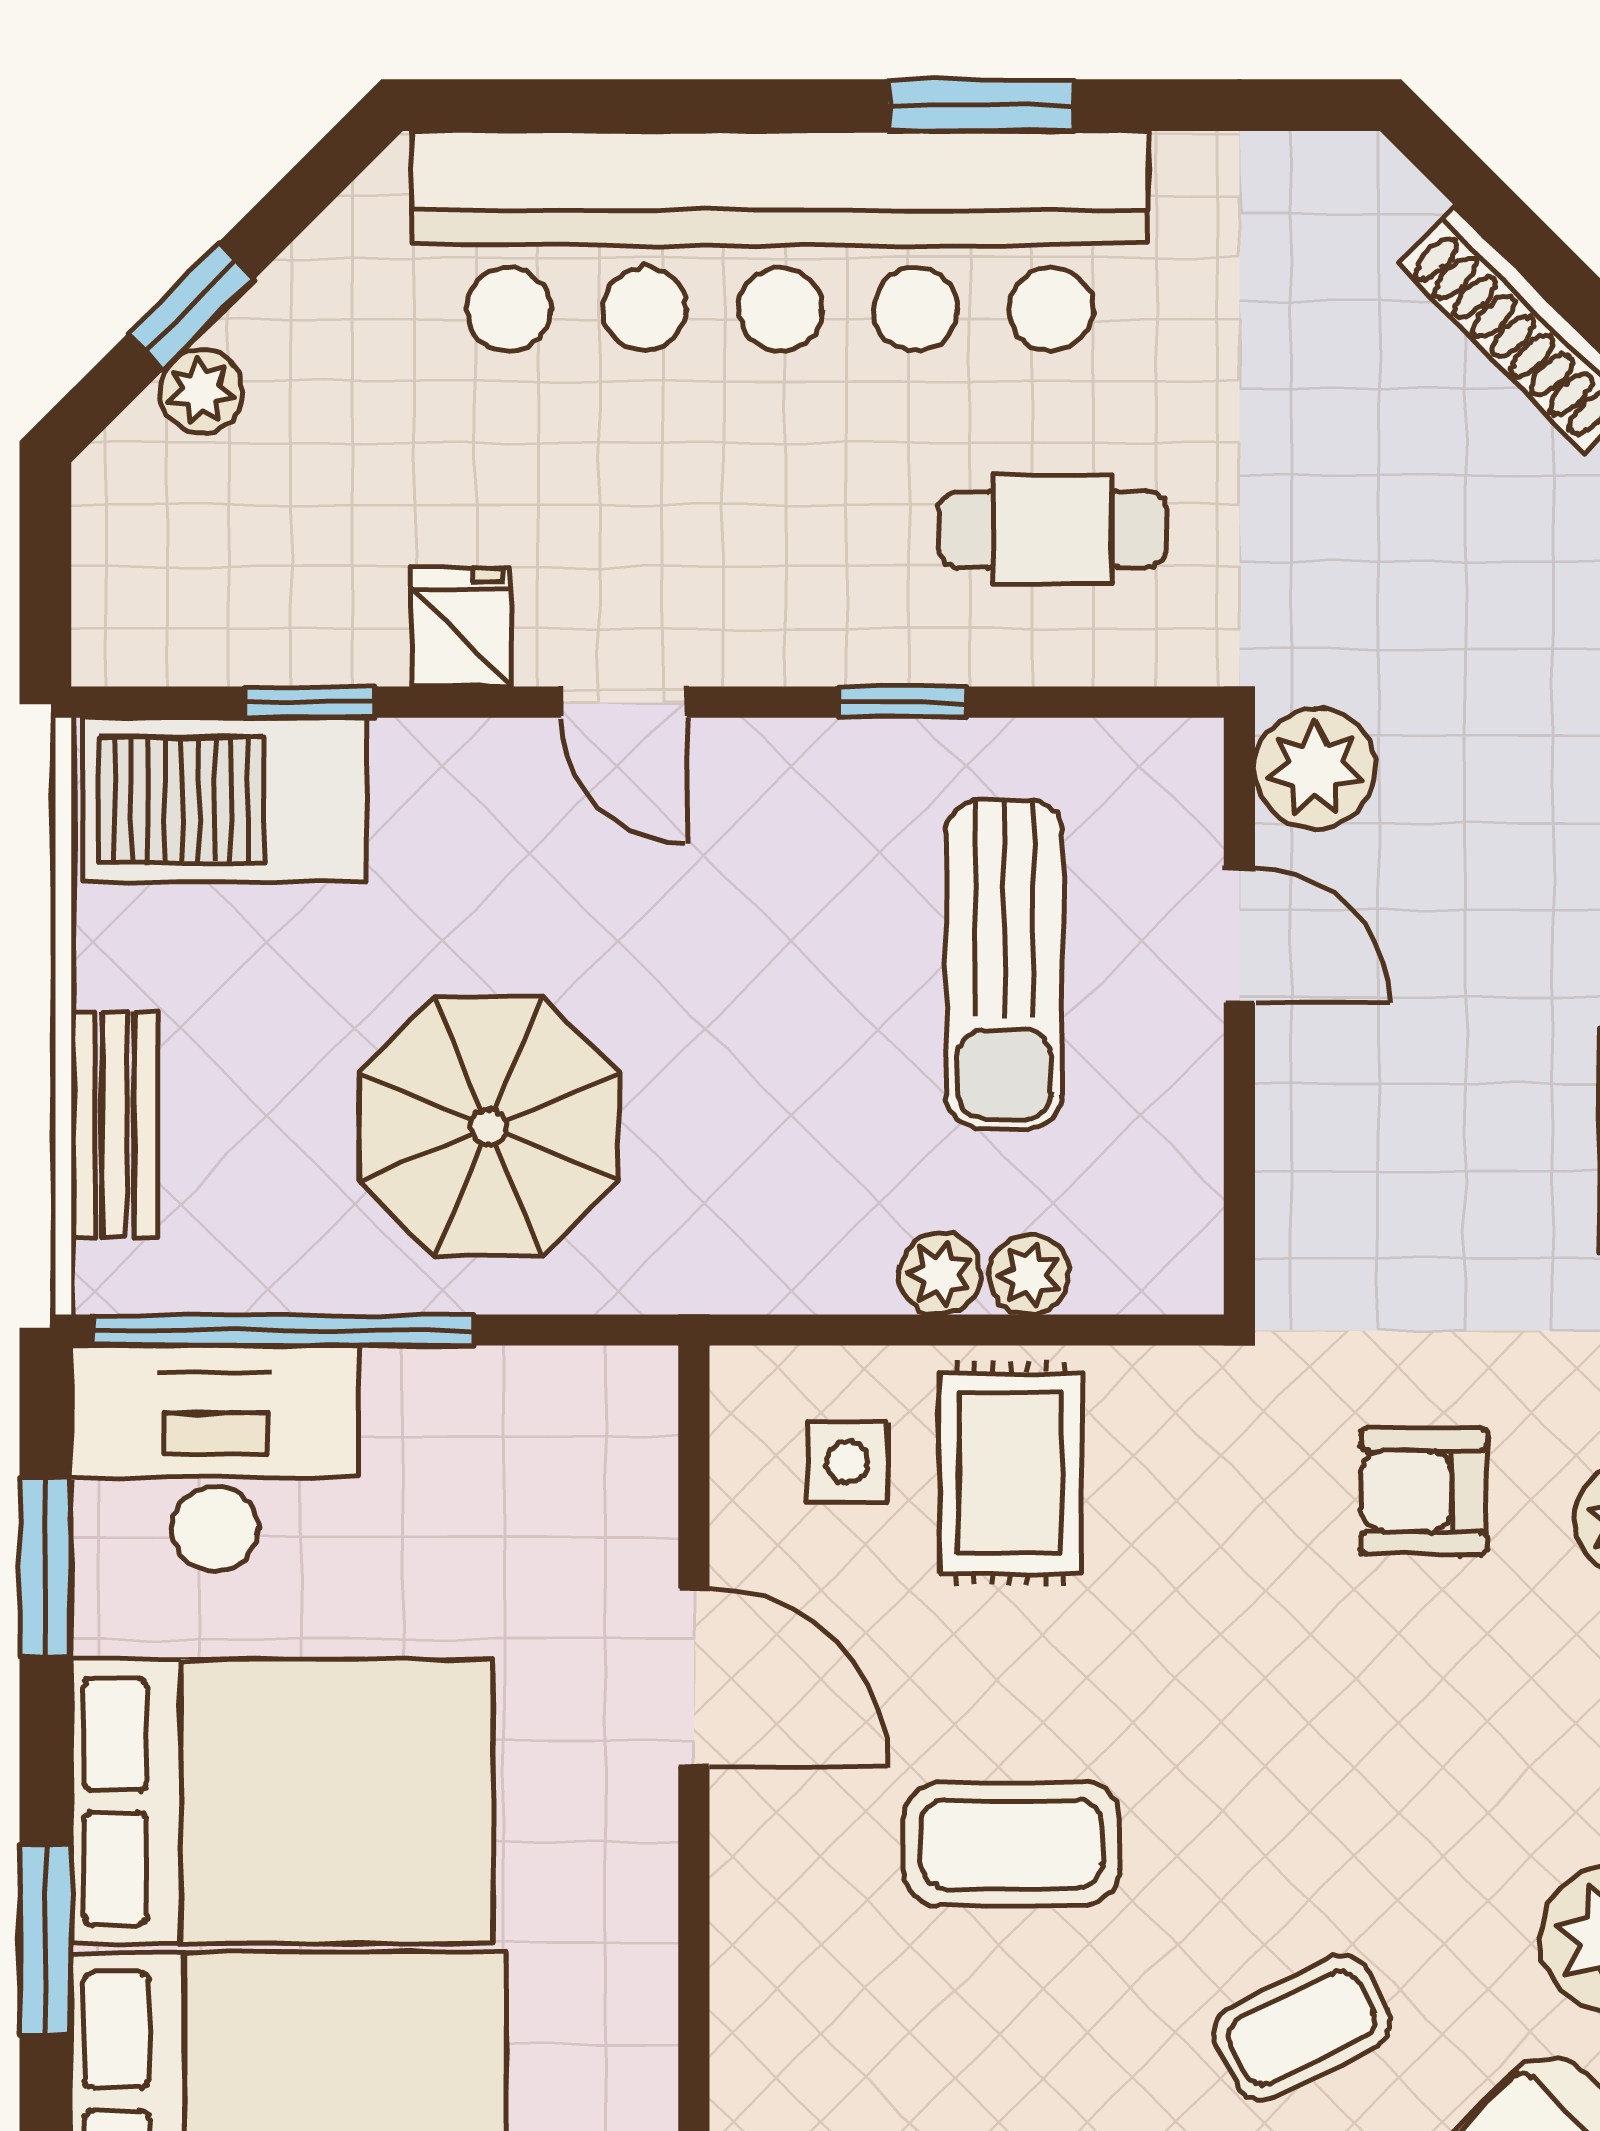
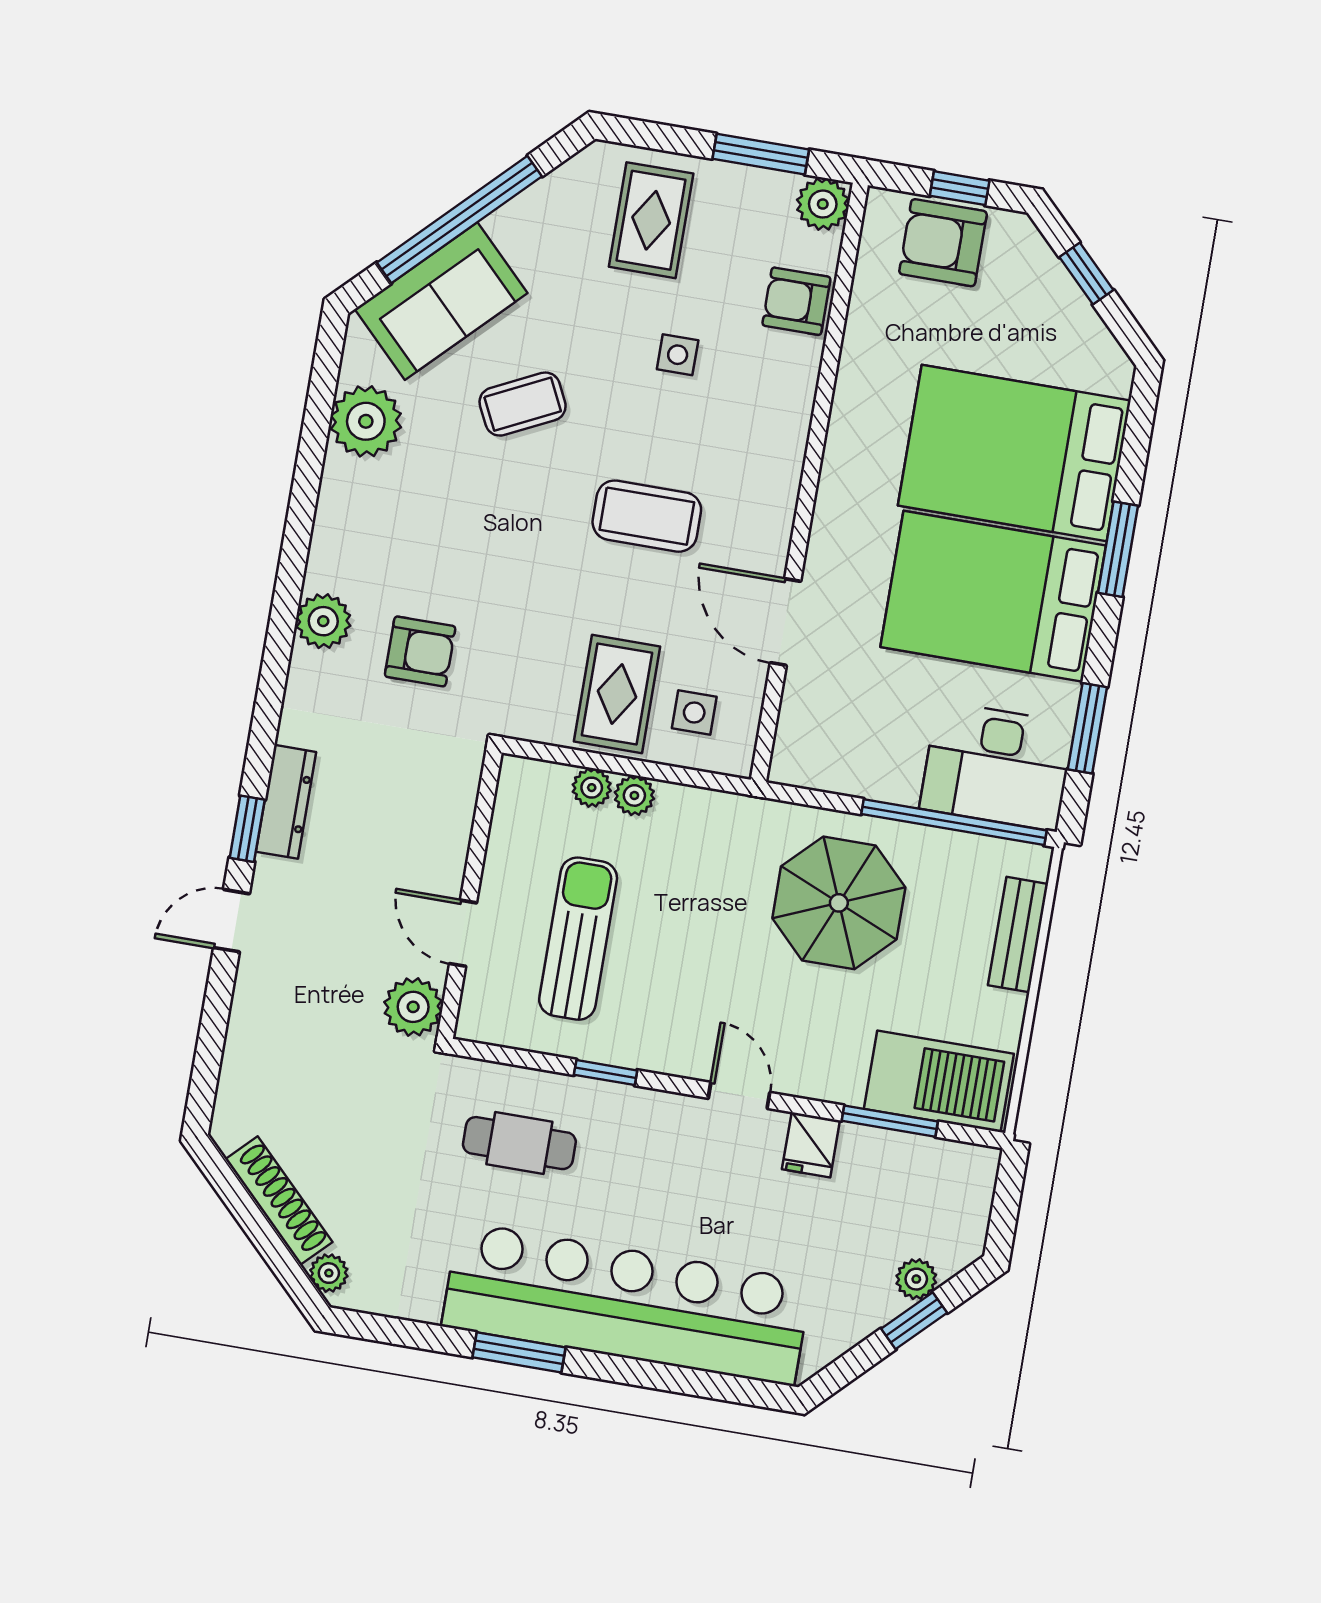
plant: (1394, 200) -> (329, 1273), added
window: (310, 702) -> (890, 1121), width x1.50

